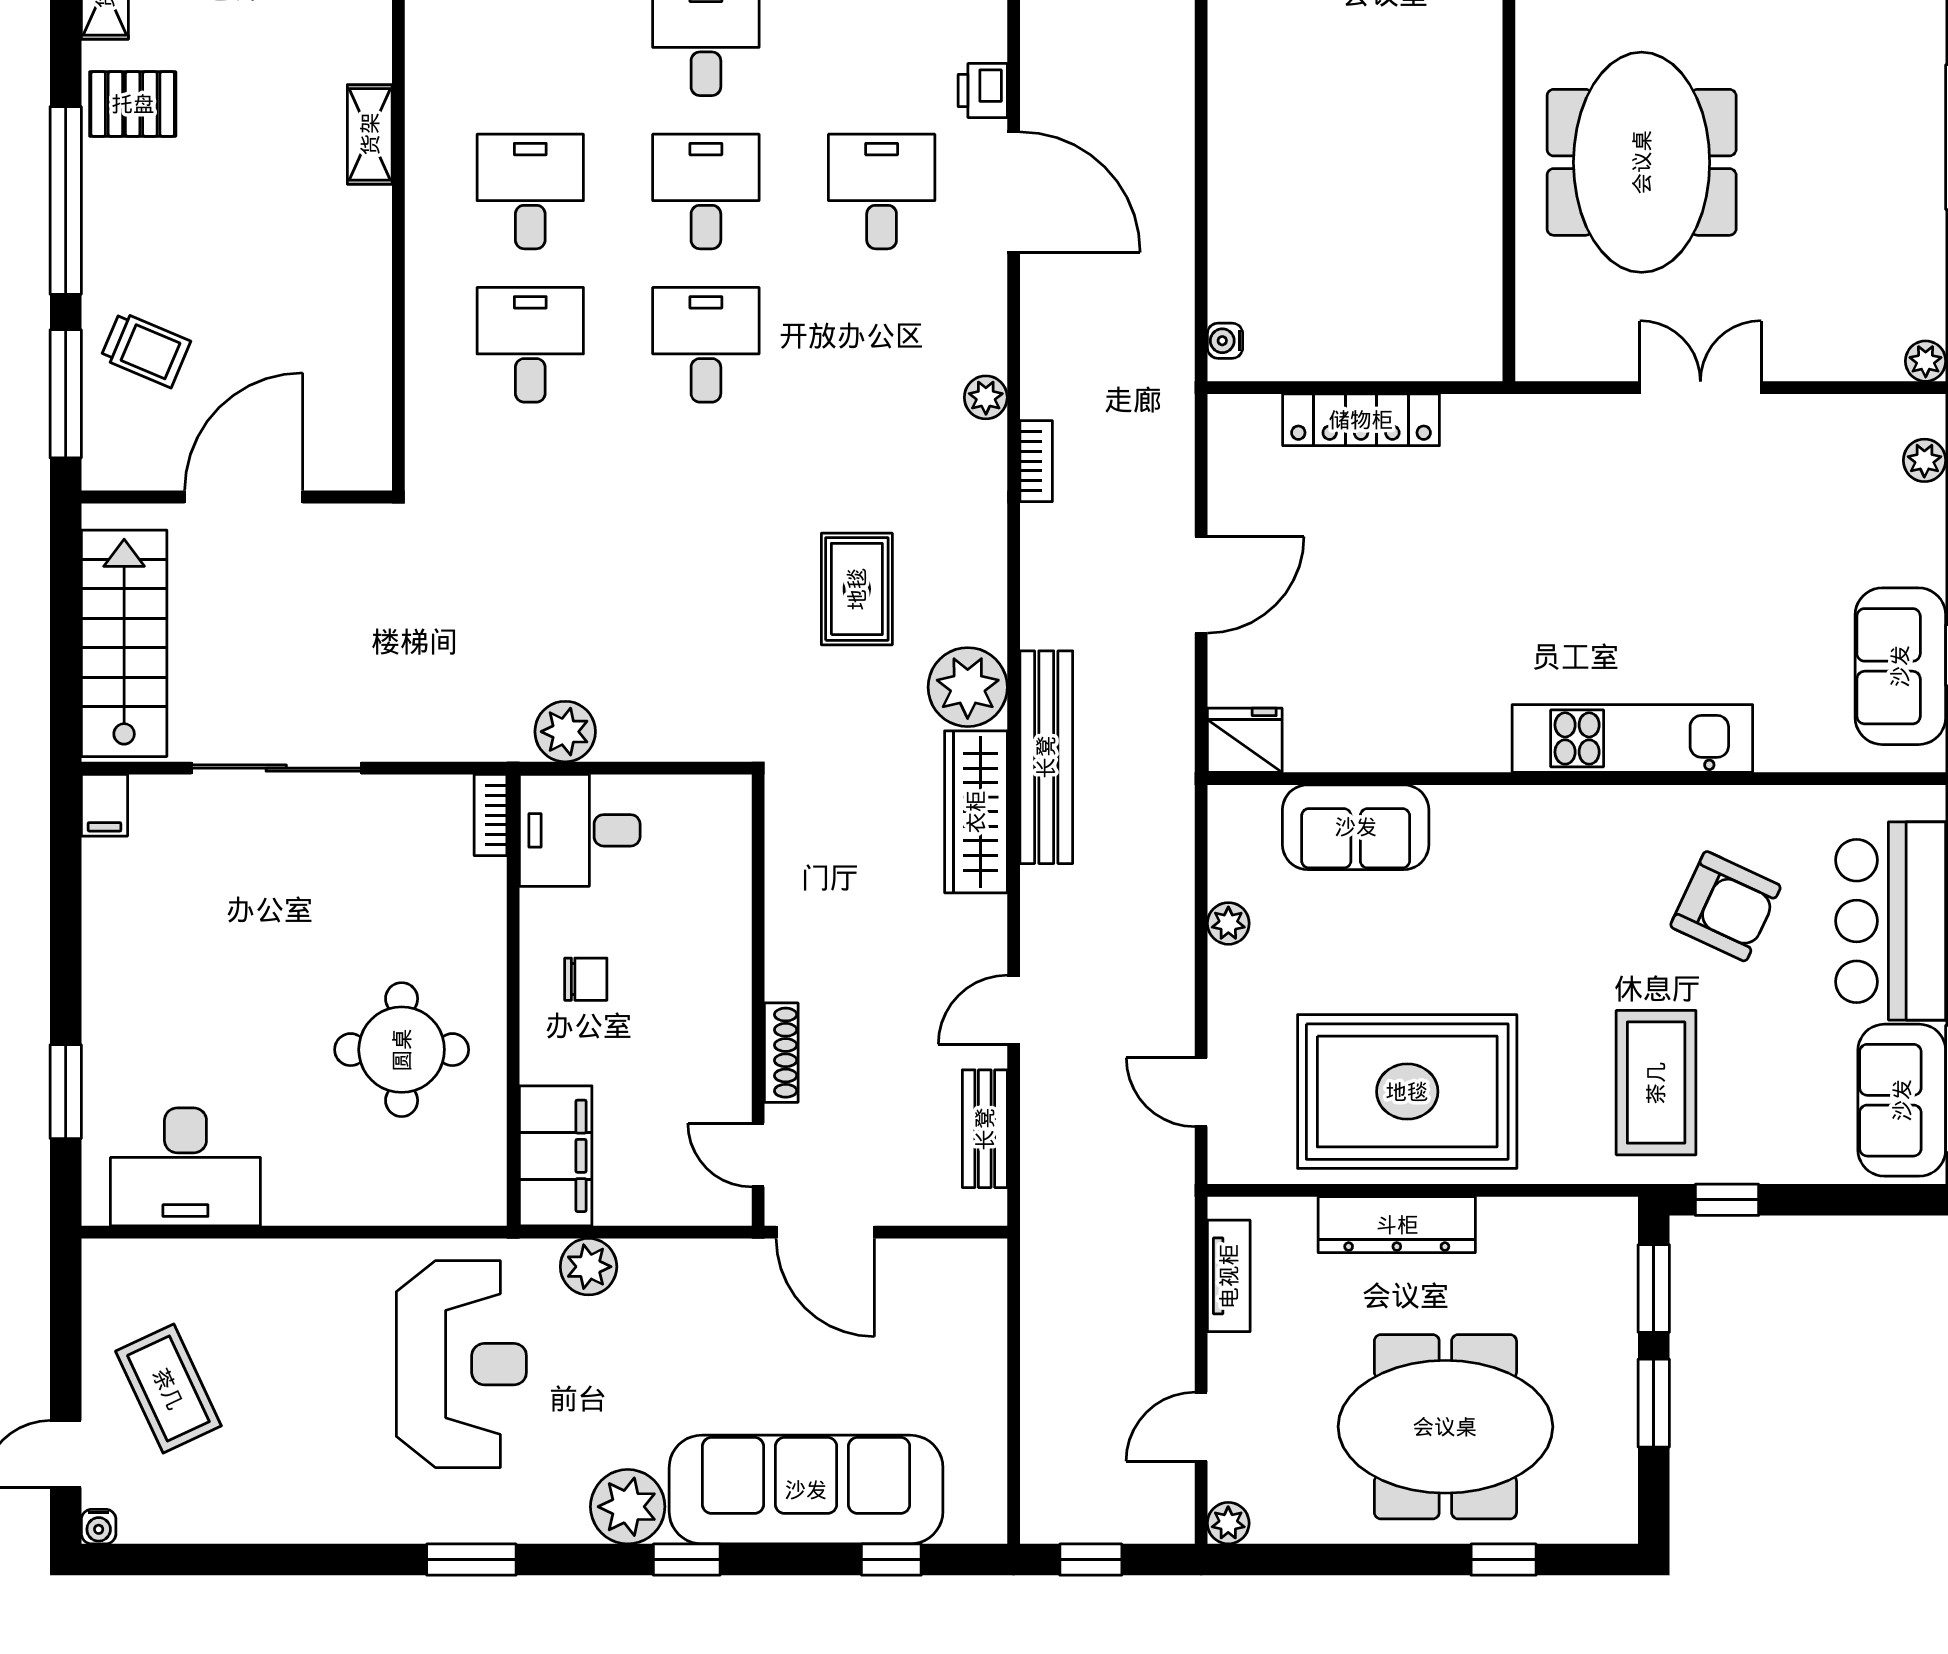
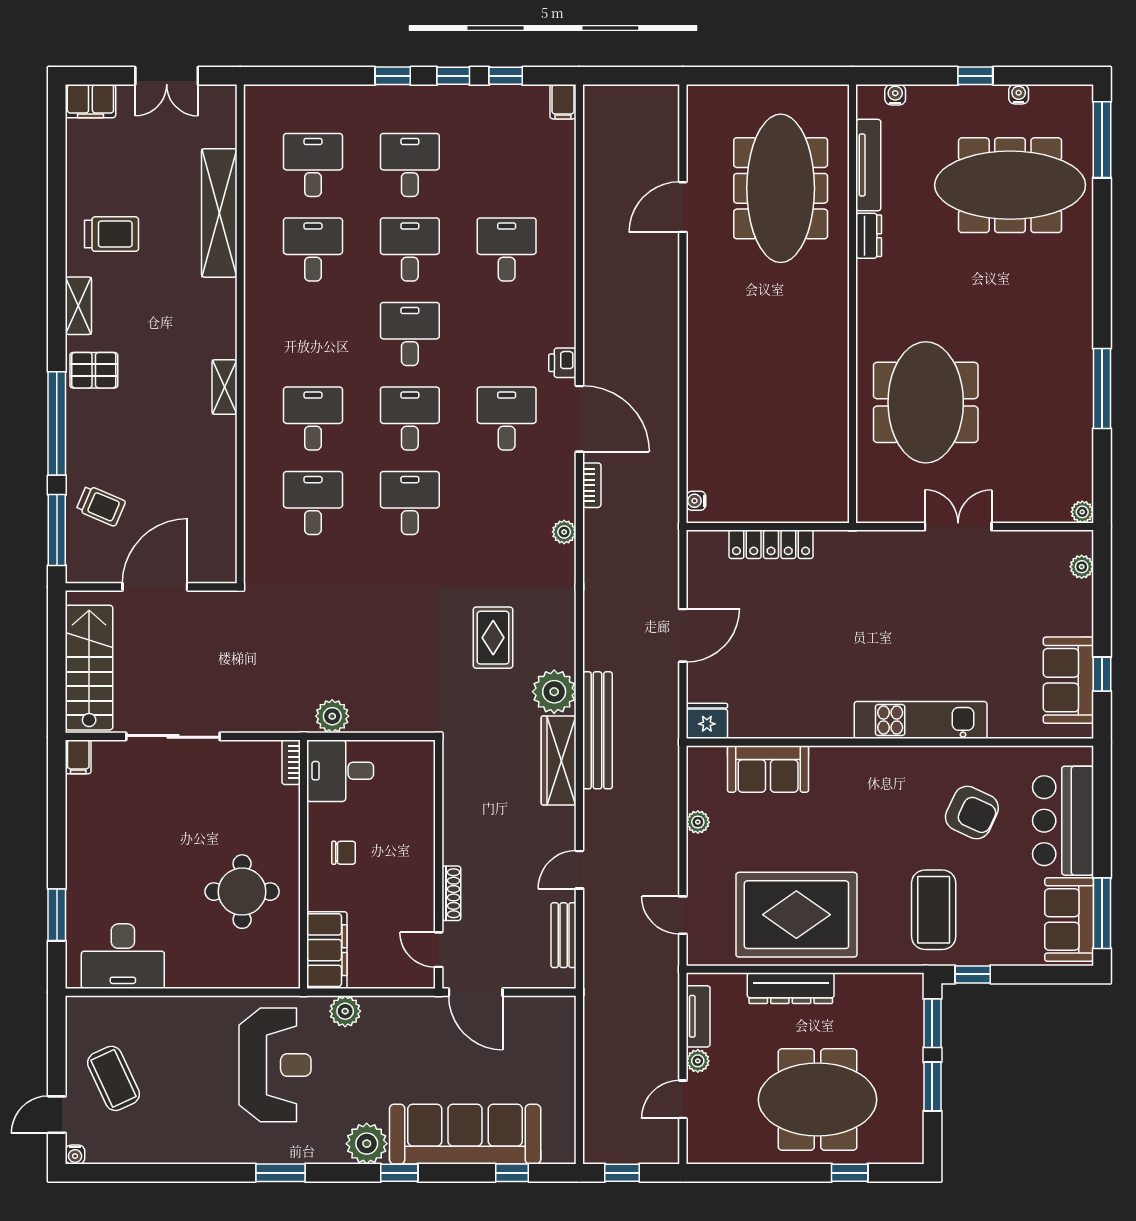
bookcase: (1036, 461) -> (592, 485), moved
plant: (1228, 1523) -> (698, 1061), moved

